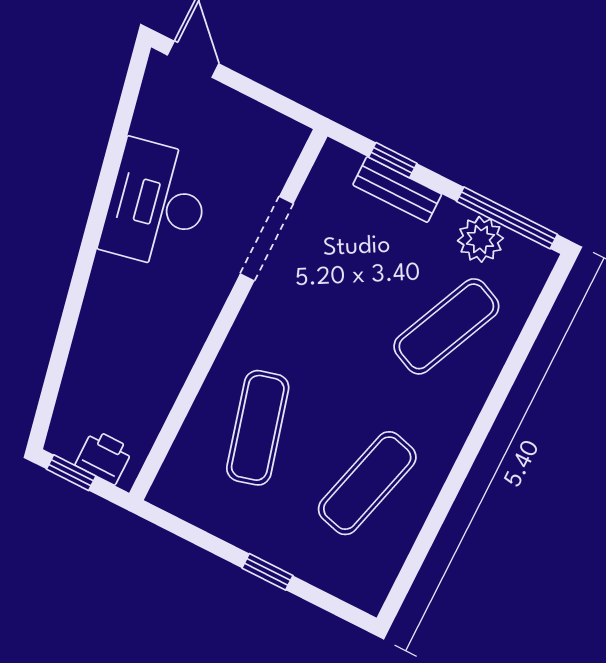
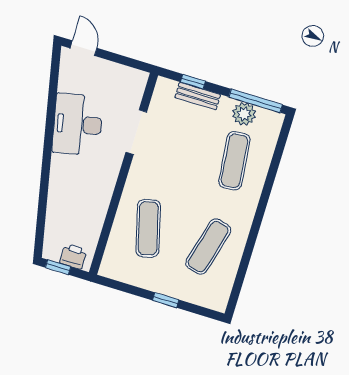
exercise mat: (446, 326) -> (234, 161), turned -30

